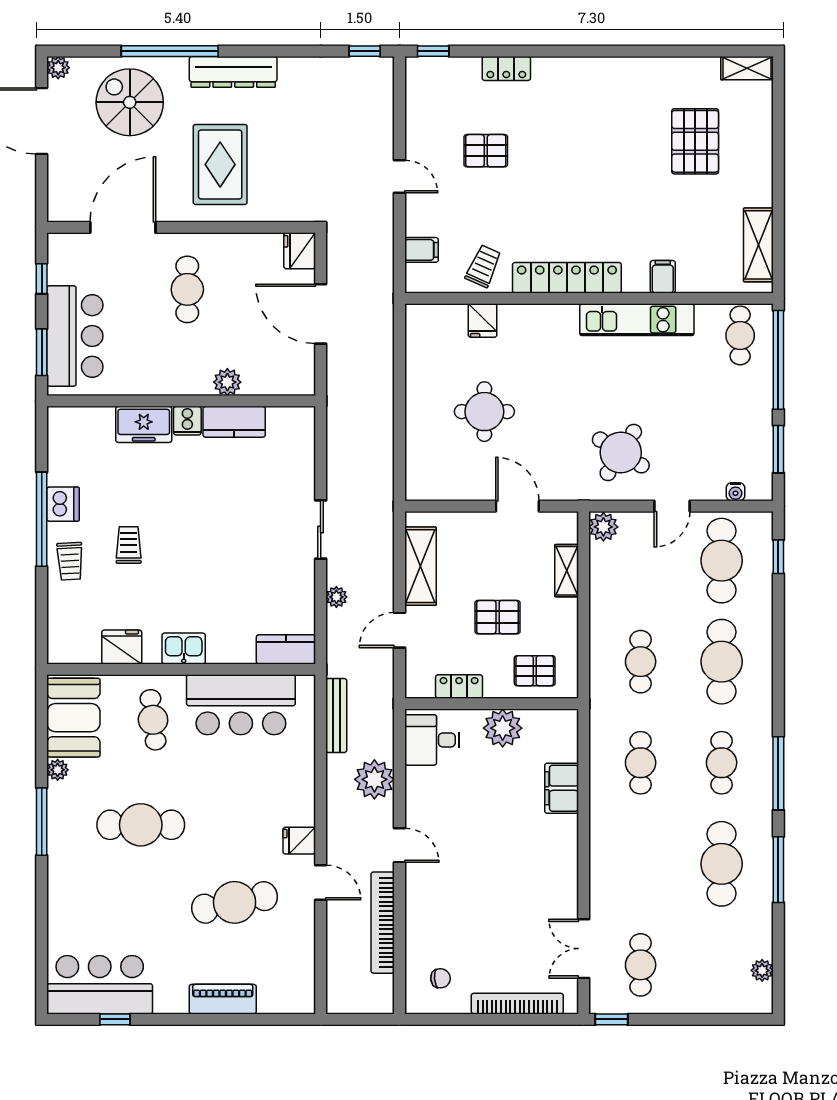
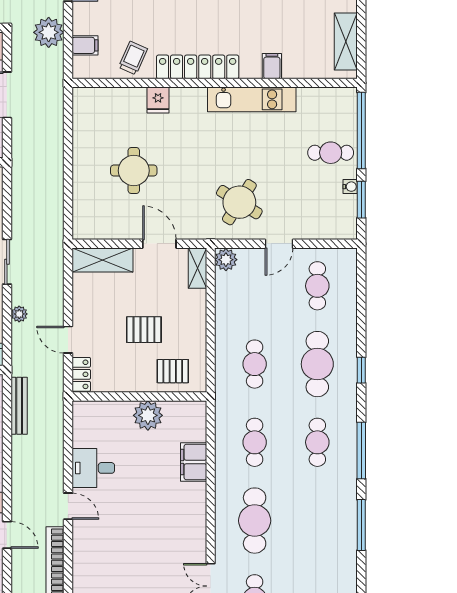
fridge: (482, 321) -> (158, 100), moved
cafe table: (740, 335) -> (331, 153), moved, turned 90
water cooler: (735, 492) -> (350, 187), moved, turned -90
window: (778, 557) -> (361, 370), moved
cafe table: (722, 561) -> (317, 286), width x0.73, depth x0.74
shelving: (420, 566) -> (103, 260), moved, turned 90
shelving: (567, 571) -> (197, 268), moved
door: (400, 630) -> (68, 340), hinge flipped
locker: (459, 687) -> (81, 374), moved, turned 90
desk: (432, 740) -> (93, 468), moved
plant: (374, 779) -> (49, 32), moved
cafe table: (722, 864) -> (255, 521), moved

